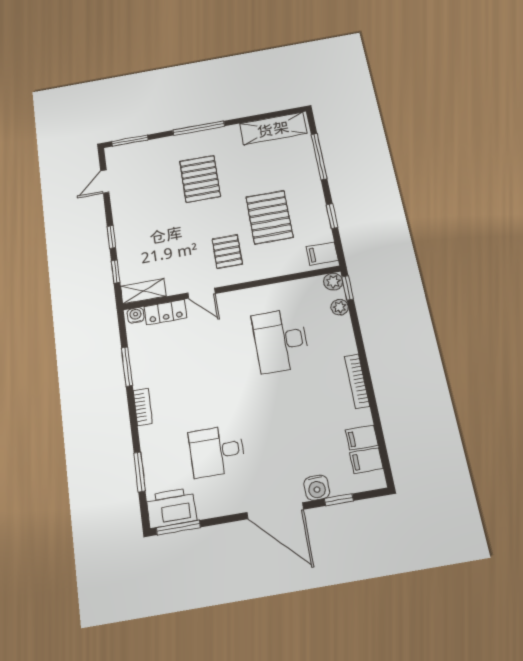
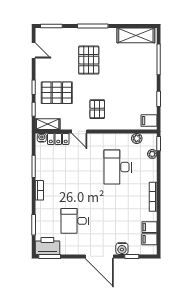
door: (105, 181) -> (34, 51), swing flipped
pallet: (269, 217) -> (57, 93), moved, turned 90
plant: (333, 282) -> (137, 138), moved

